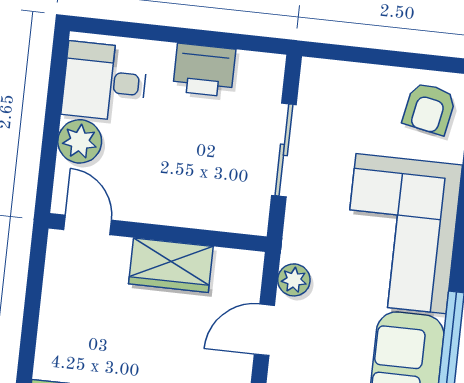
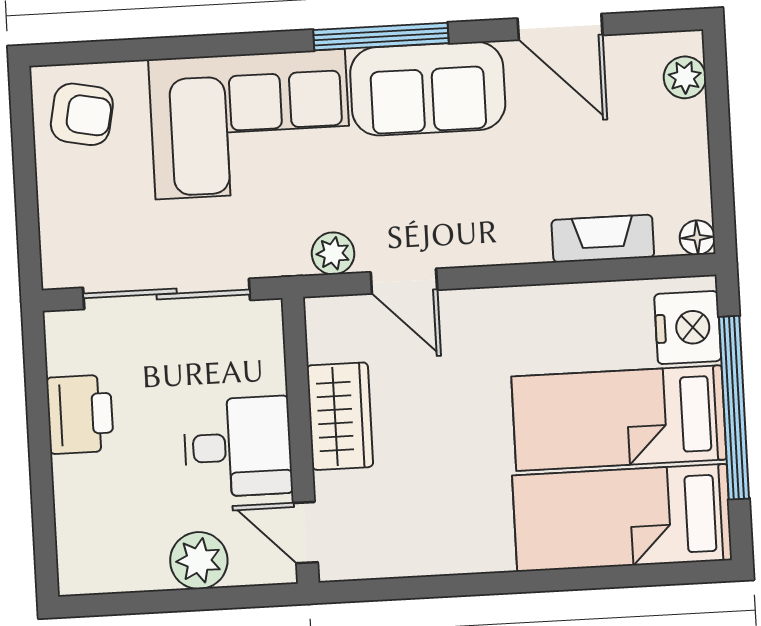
desk: (105, 82) -> (238, 447), moved, turned -90
sliding door: (284, 150) -> (167, 294), width x1.37
door: (88, 225) -> (305, 533), hinge flipped

